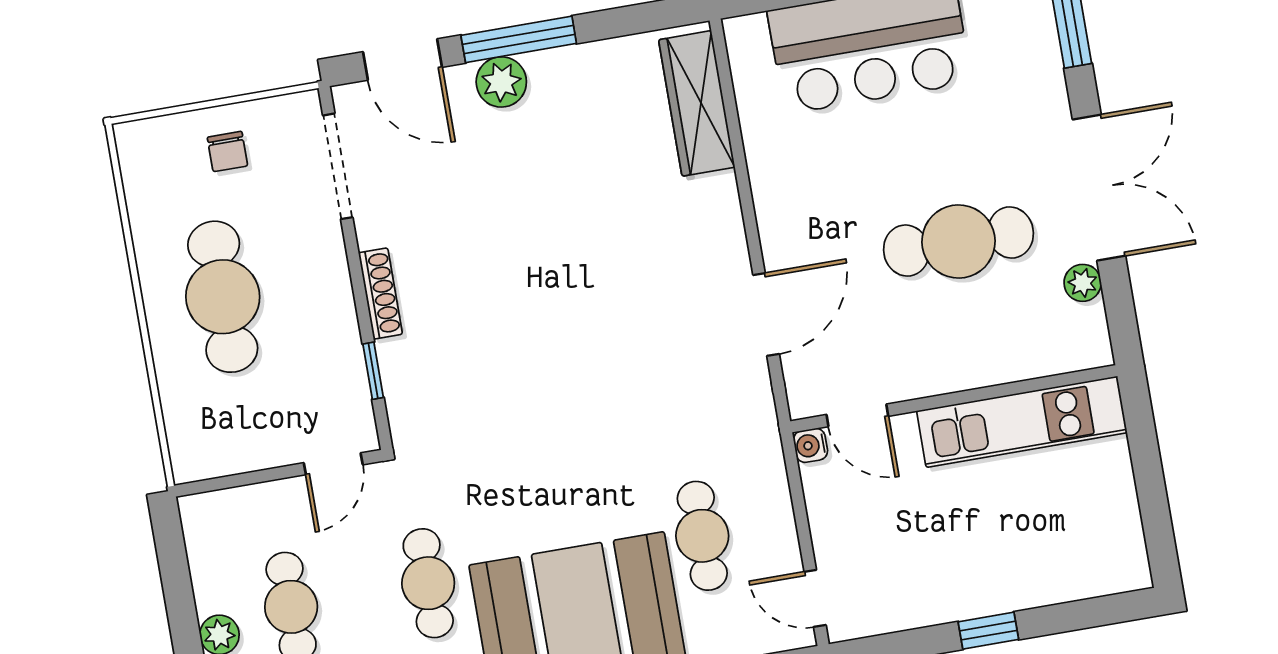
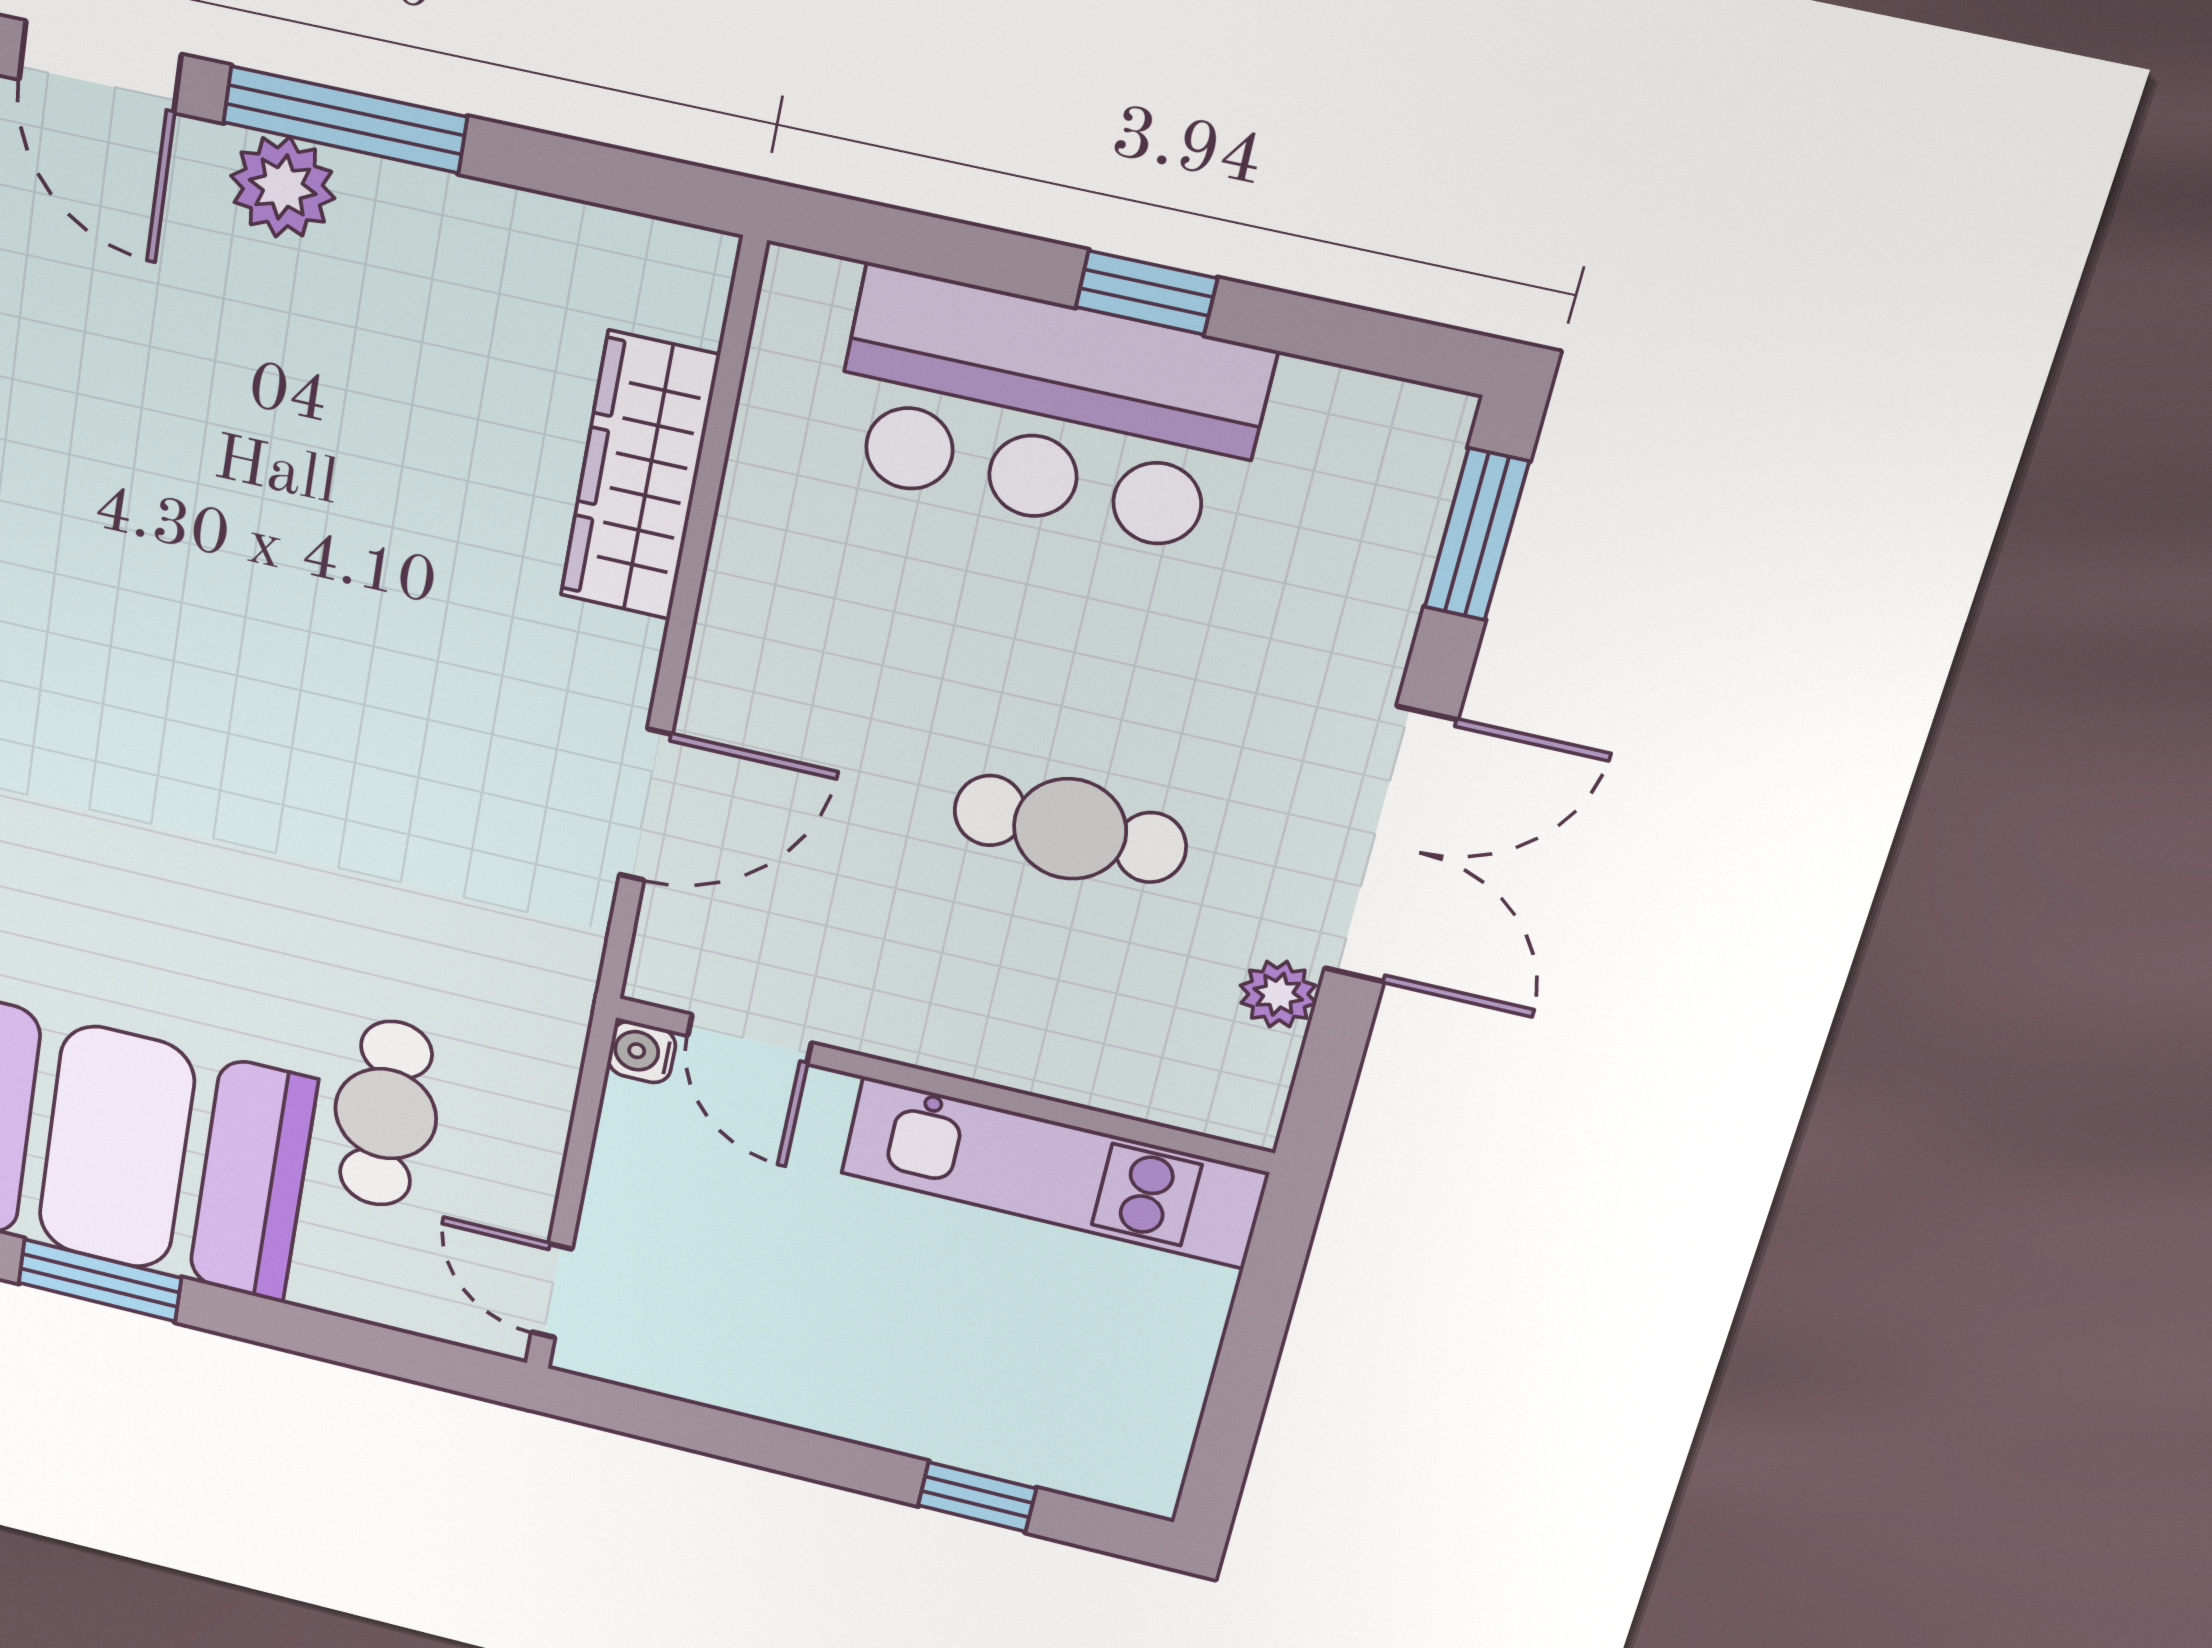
wardrobe: (697, 103) -> (639, 476), moved
cafe table: (959, 242) -> (1070, 829), width x0.73, depth x0.74
window: (988, 631) -> (977, 1497), moved

